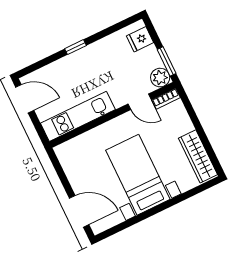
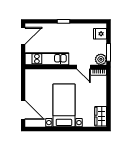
door: (25, 99) -> (23, 36), hinge flipped
wardrobe: (198, 156) -> (101, 116), width x0.67

